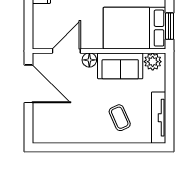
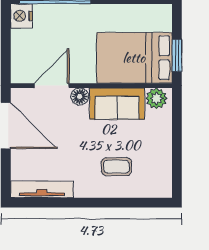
coffee table: (120, 118) -> (116, 167), turned -66
tv unit: (159, 118) -> (42, 189), moved, turned 90

